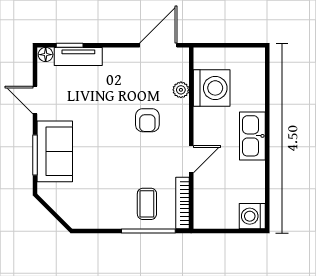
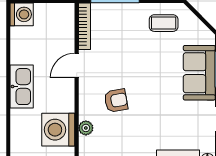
armchair: (147, 120) -> (116, 101), turned 80
coffee table: (147, 204) -> (164, 23), moved, turned 90

